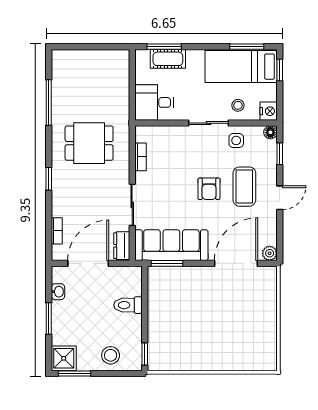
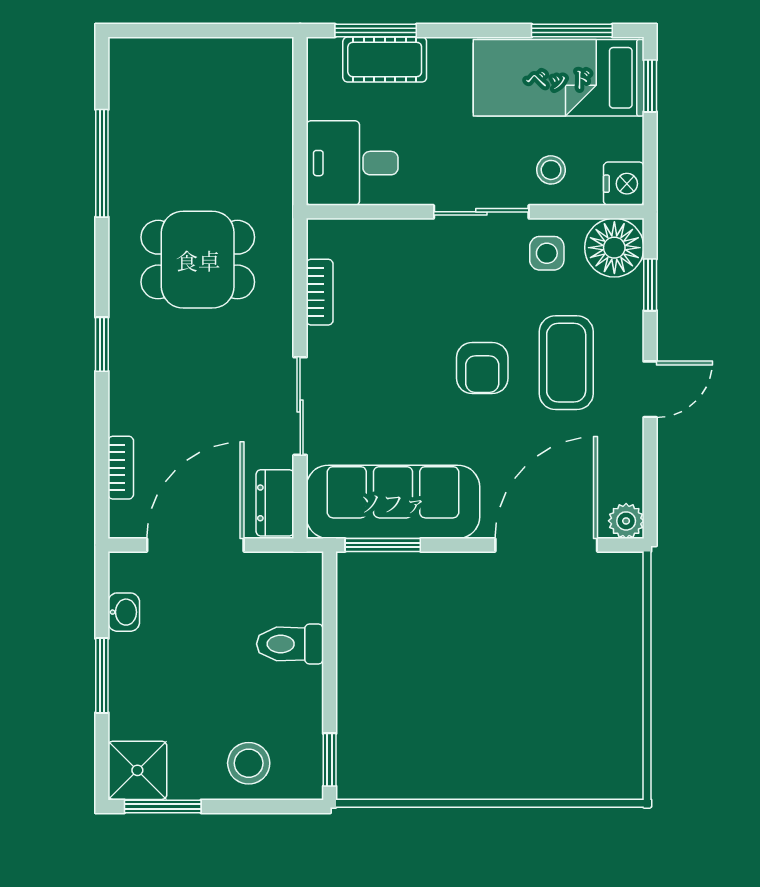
floor lamp: (270, 132) -> (614, 248), width x1.89, depth x1.89

